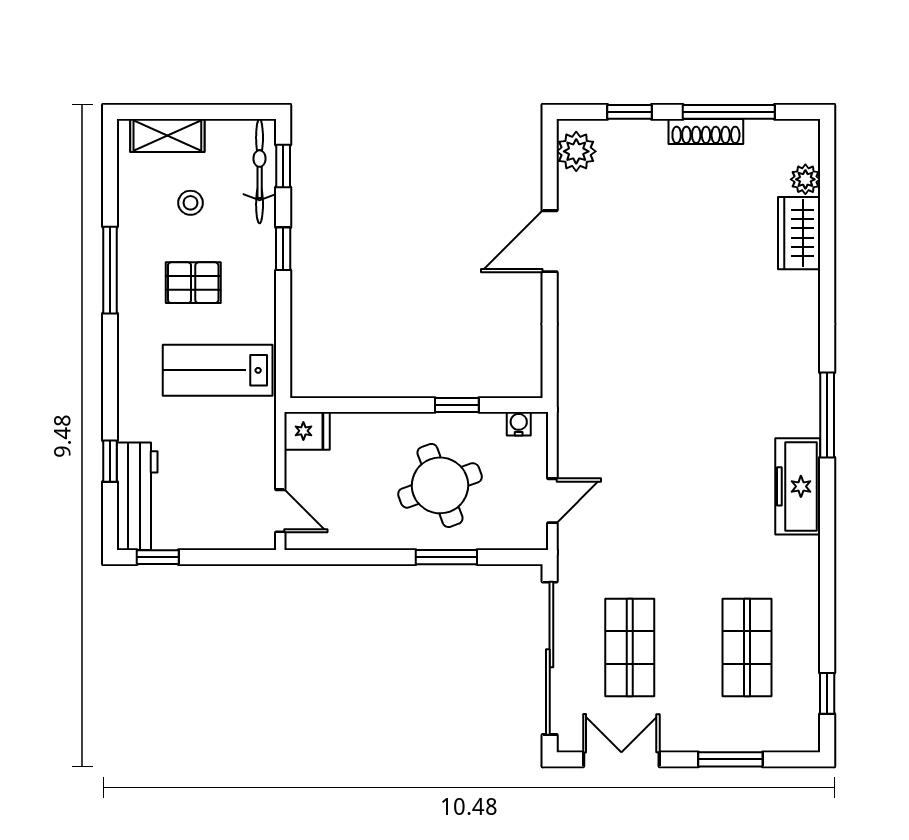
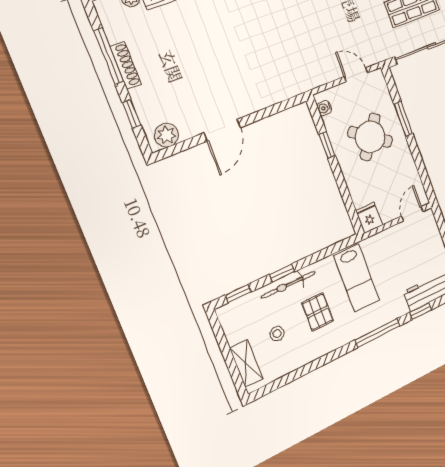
bicycle: (260, 171) -> (288, 285), moved
door: (550, 241) -> (222, 130), hinge flipped
window: (110, 270) -> (377, 333), moved
round table: (440, 485) -> (370, 137), turned -35

